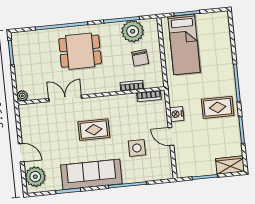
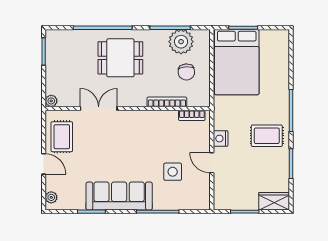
bed: (184, 44) -> (237, 62), width x1.50
bookcase: (132, 86) -> (167, 102), width x1.56
rug: (94, 130) -> (62, 137), moved, turned 90
plant: (35, 177) -> (51, 197), width x0.53, depth x0.53

